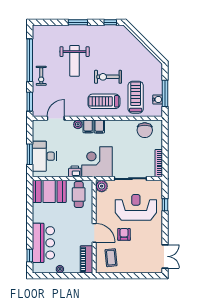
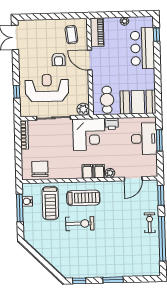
weight bench: (75, 61) -> (115, 239), removed
reception desk: (136, 207) -> (47, 88), turned 180

